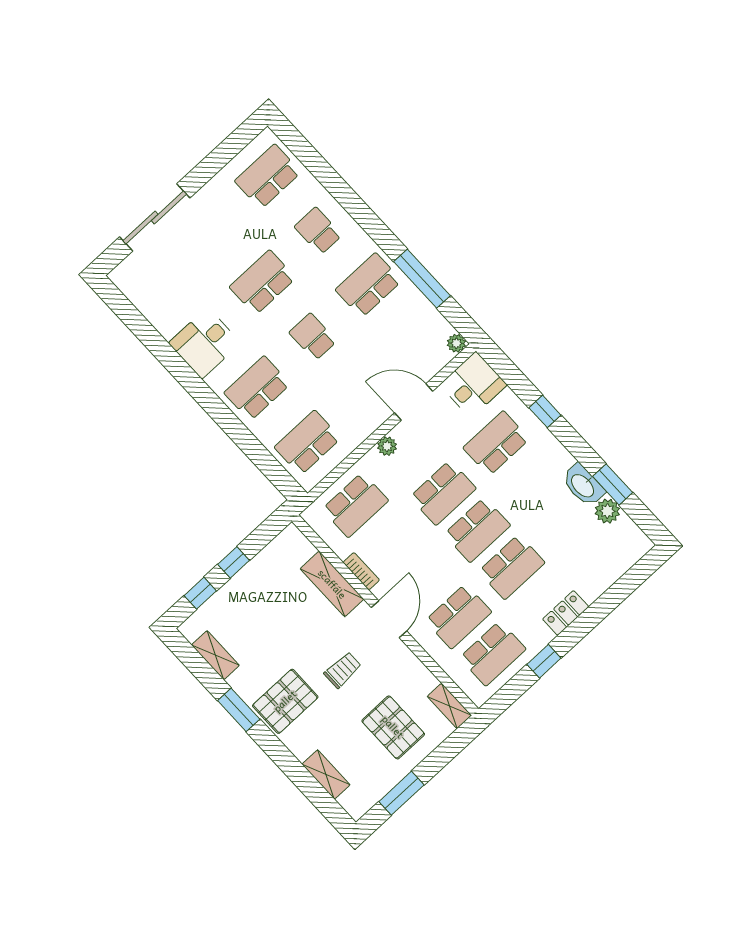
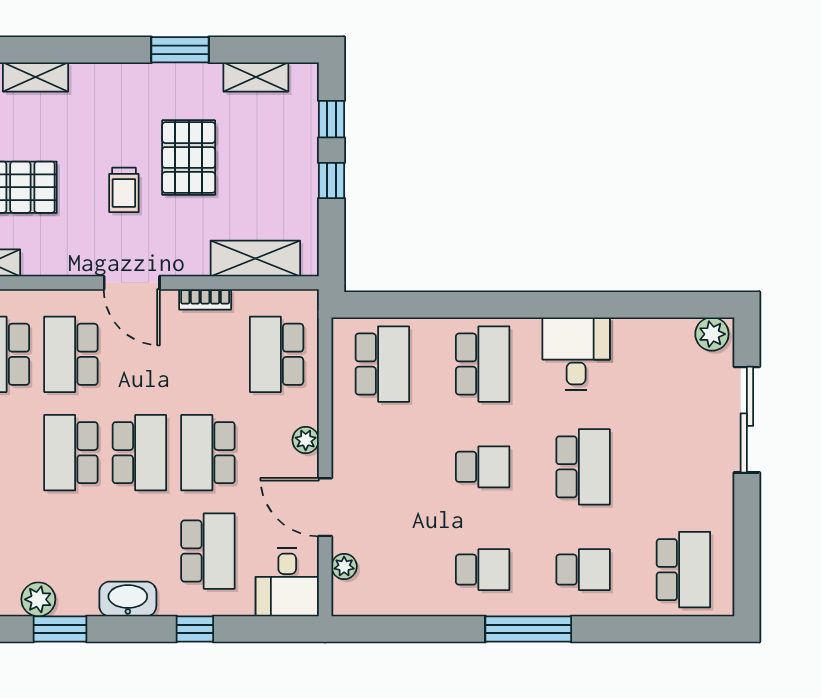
plant: (126, 279) -> (712, 334), added
window: (422, 279) -> (528, 629), moved
school desk: (368, 285) -> (483, 570), width x0.54
plant: (456, 343) -> (344, 566), moved
door: (414, 402) -> (325, 507), swing flipped
washbasin: (583, 485) -> (128, 599), moved
school desk: (477, 530) -> (139, 453), turned 180
shelving: (332, 584) -> (255, 259), moved
pallet: (285, 701) -> (189, 158), moved

